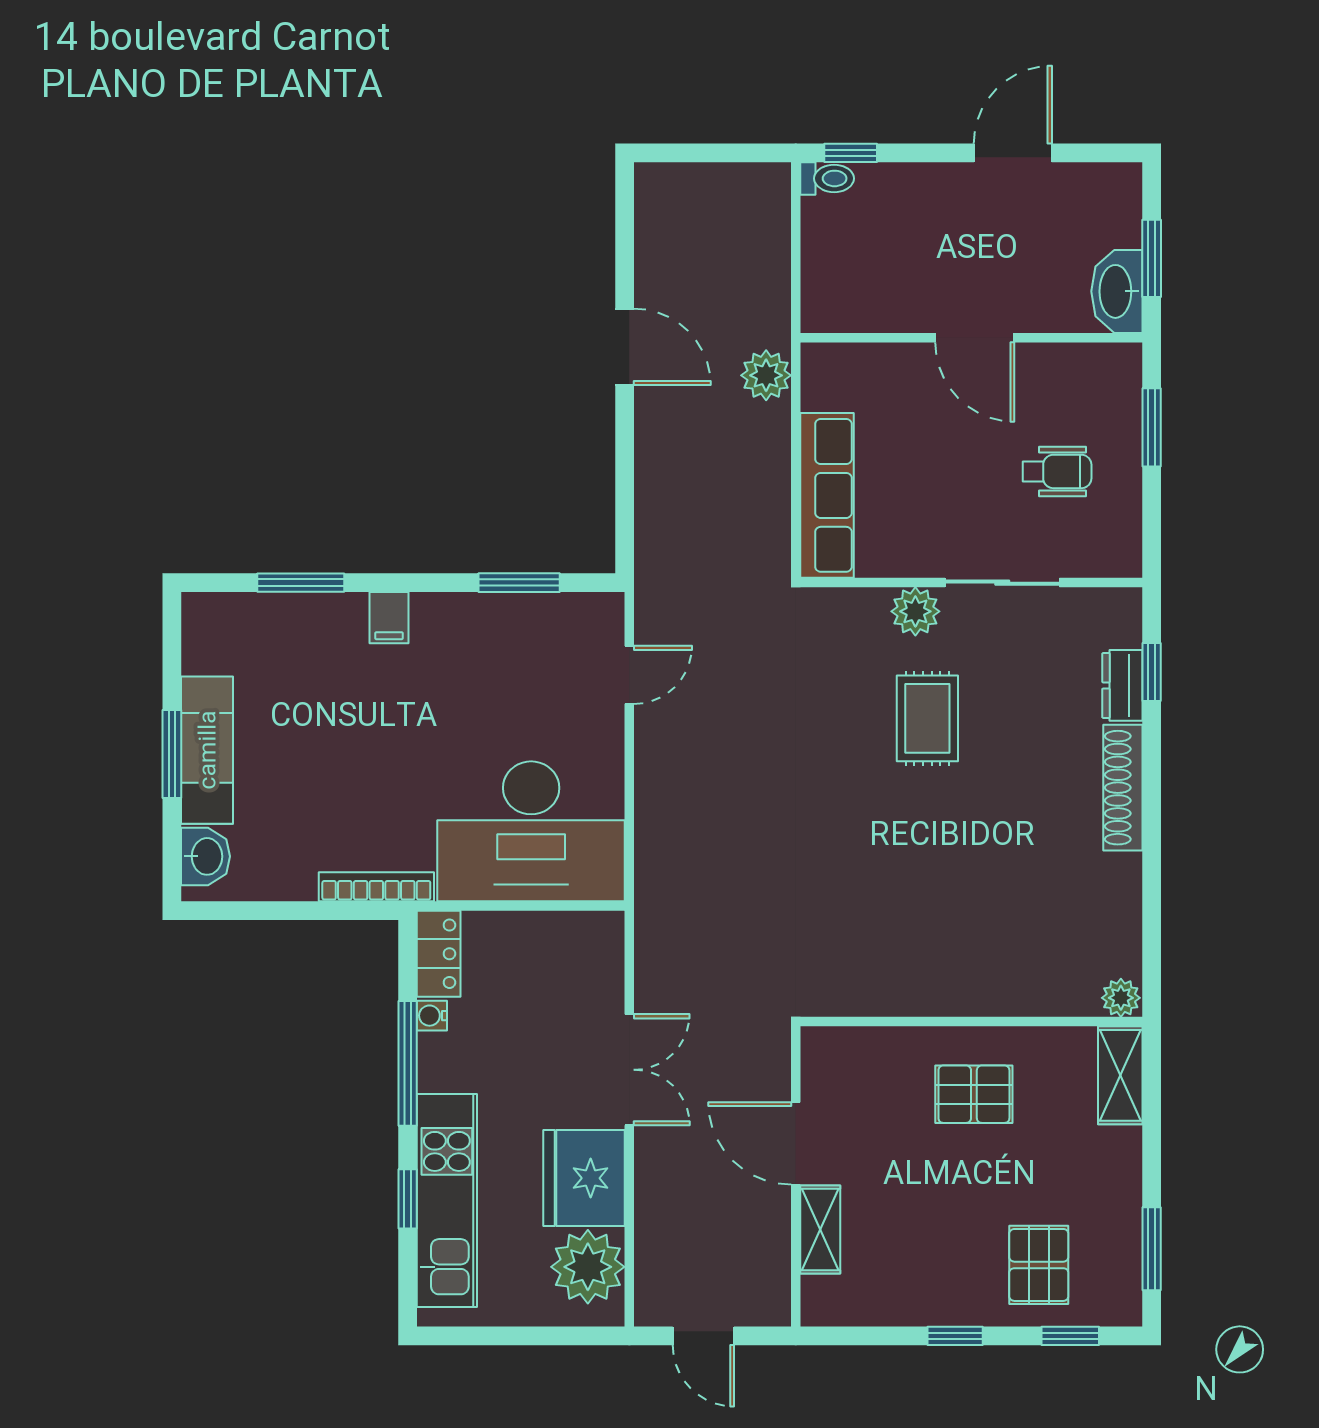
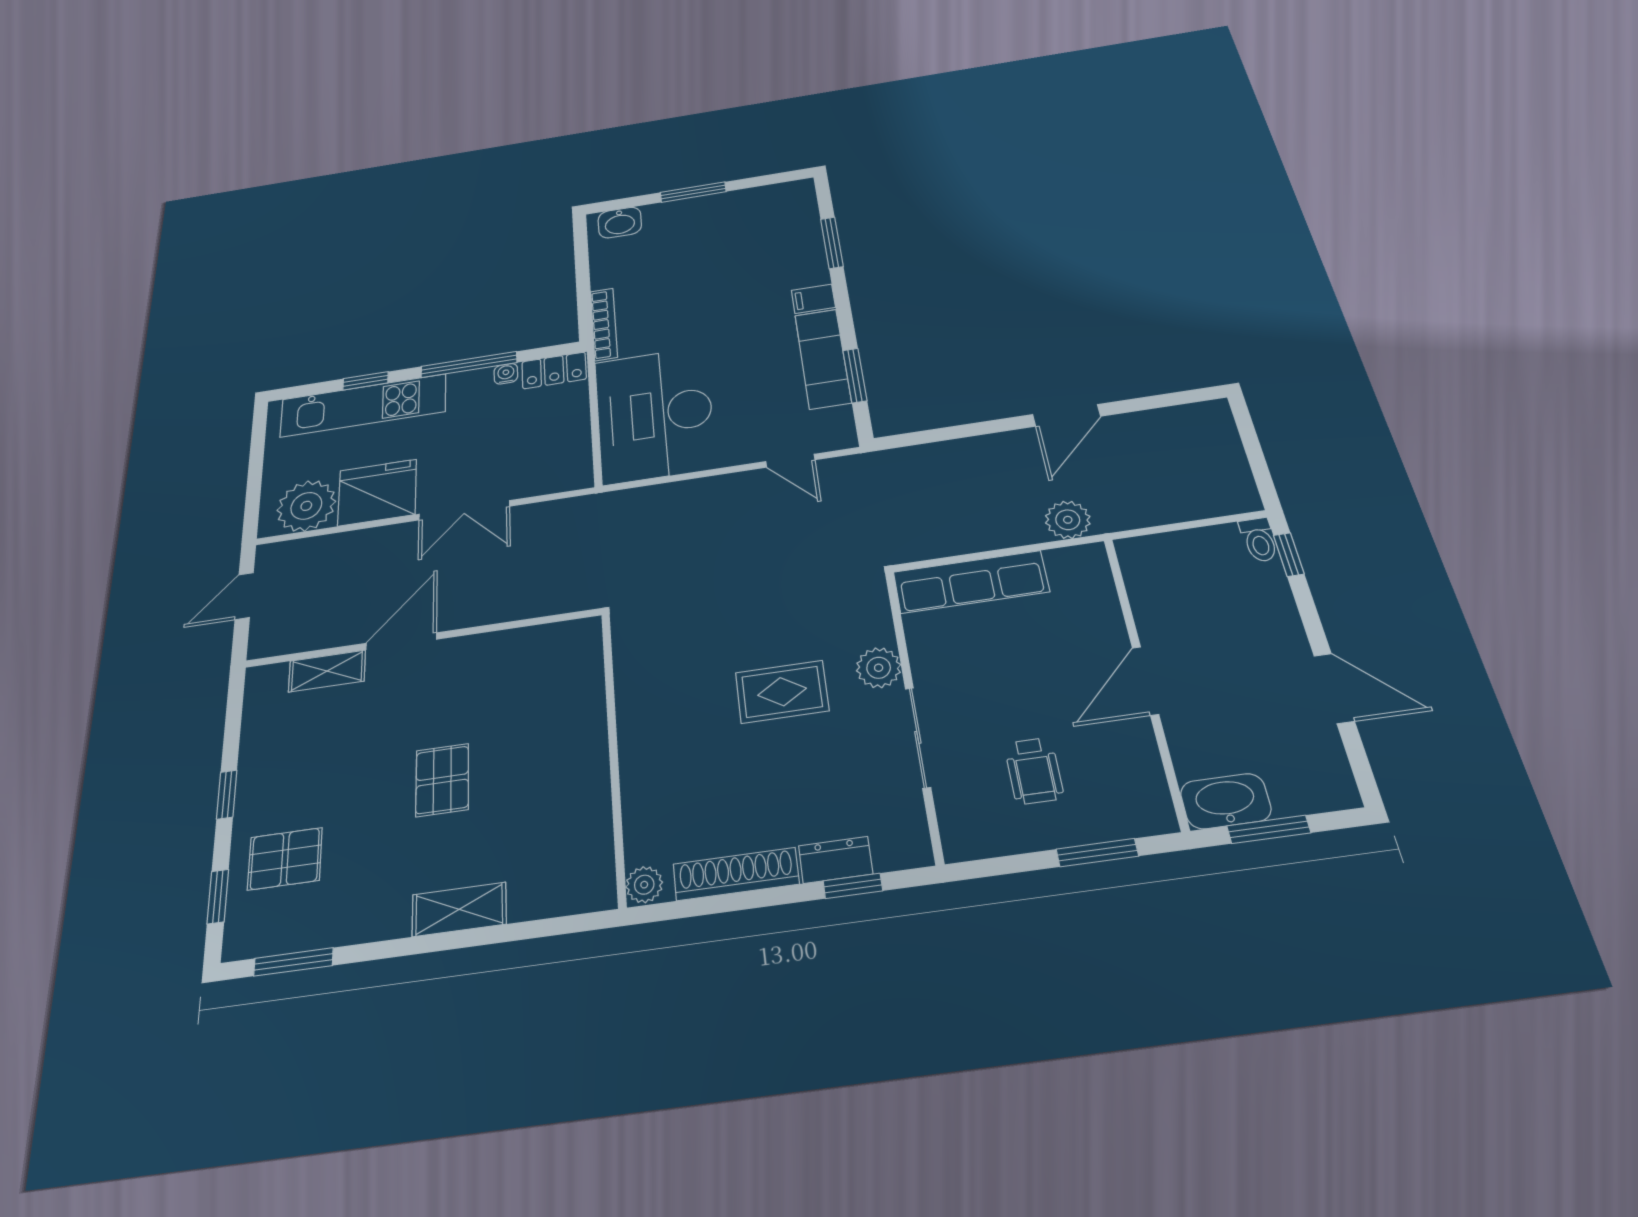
exam couch: (207, 750) -> (823, 359), moved, turned 90
plant: (1121, 998) -> (644, 885), moved
wall: (971, 1022) -> (614, 753), moved

